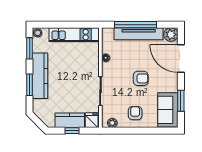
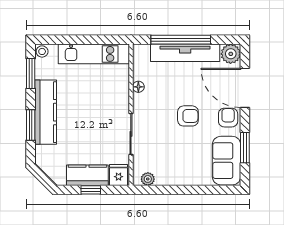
armchair: (135, 113) -> (228, 118), moved

